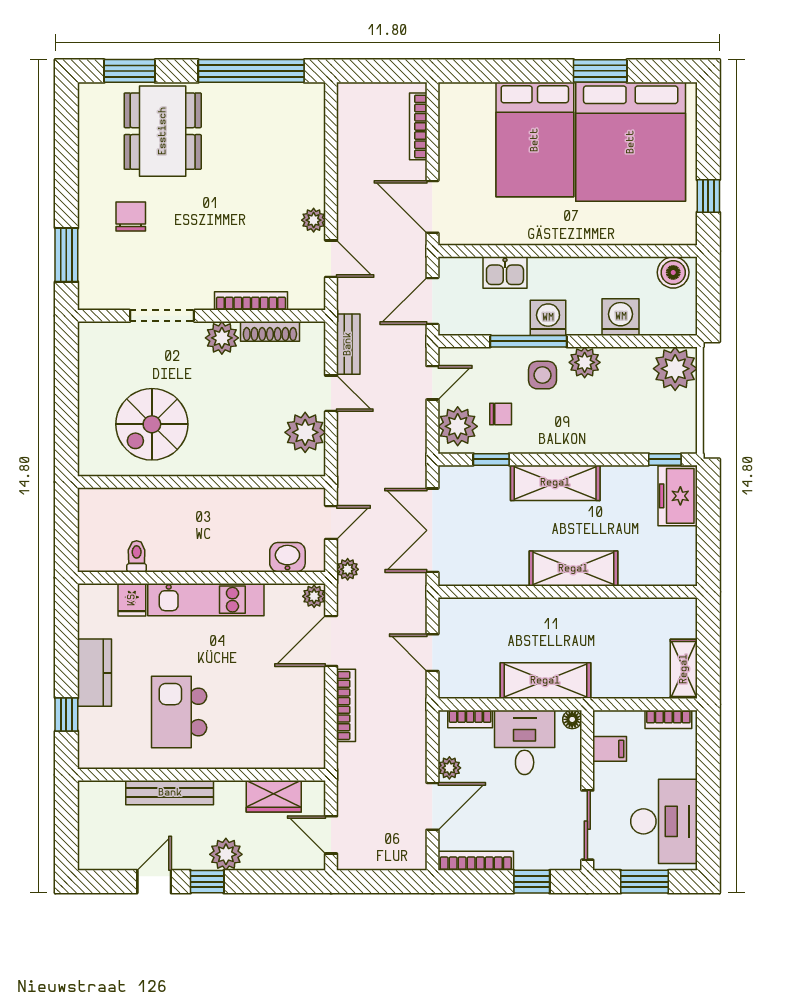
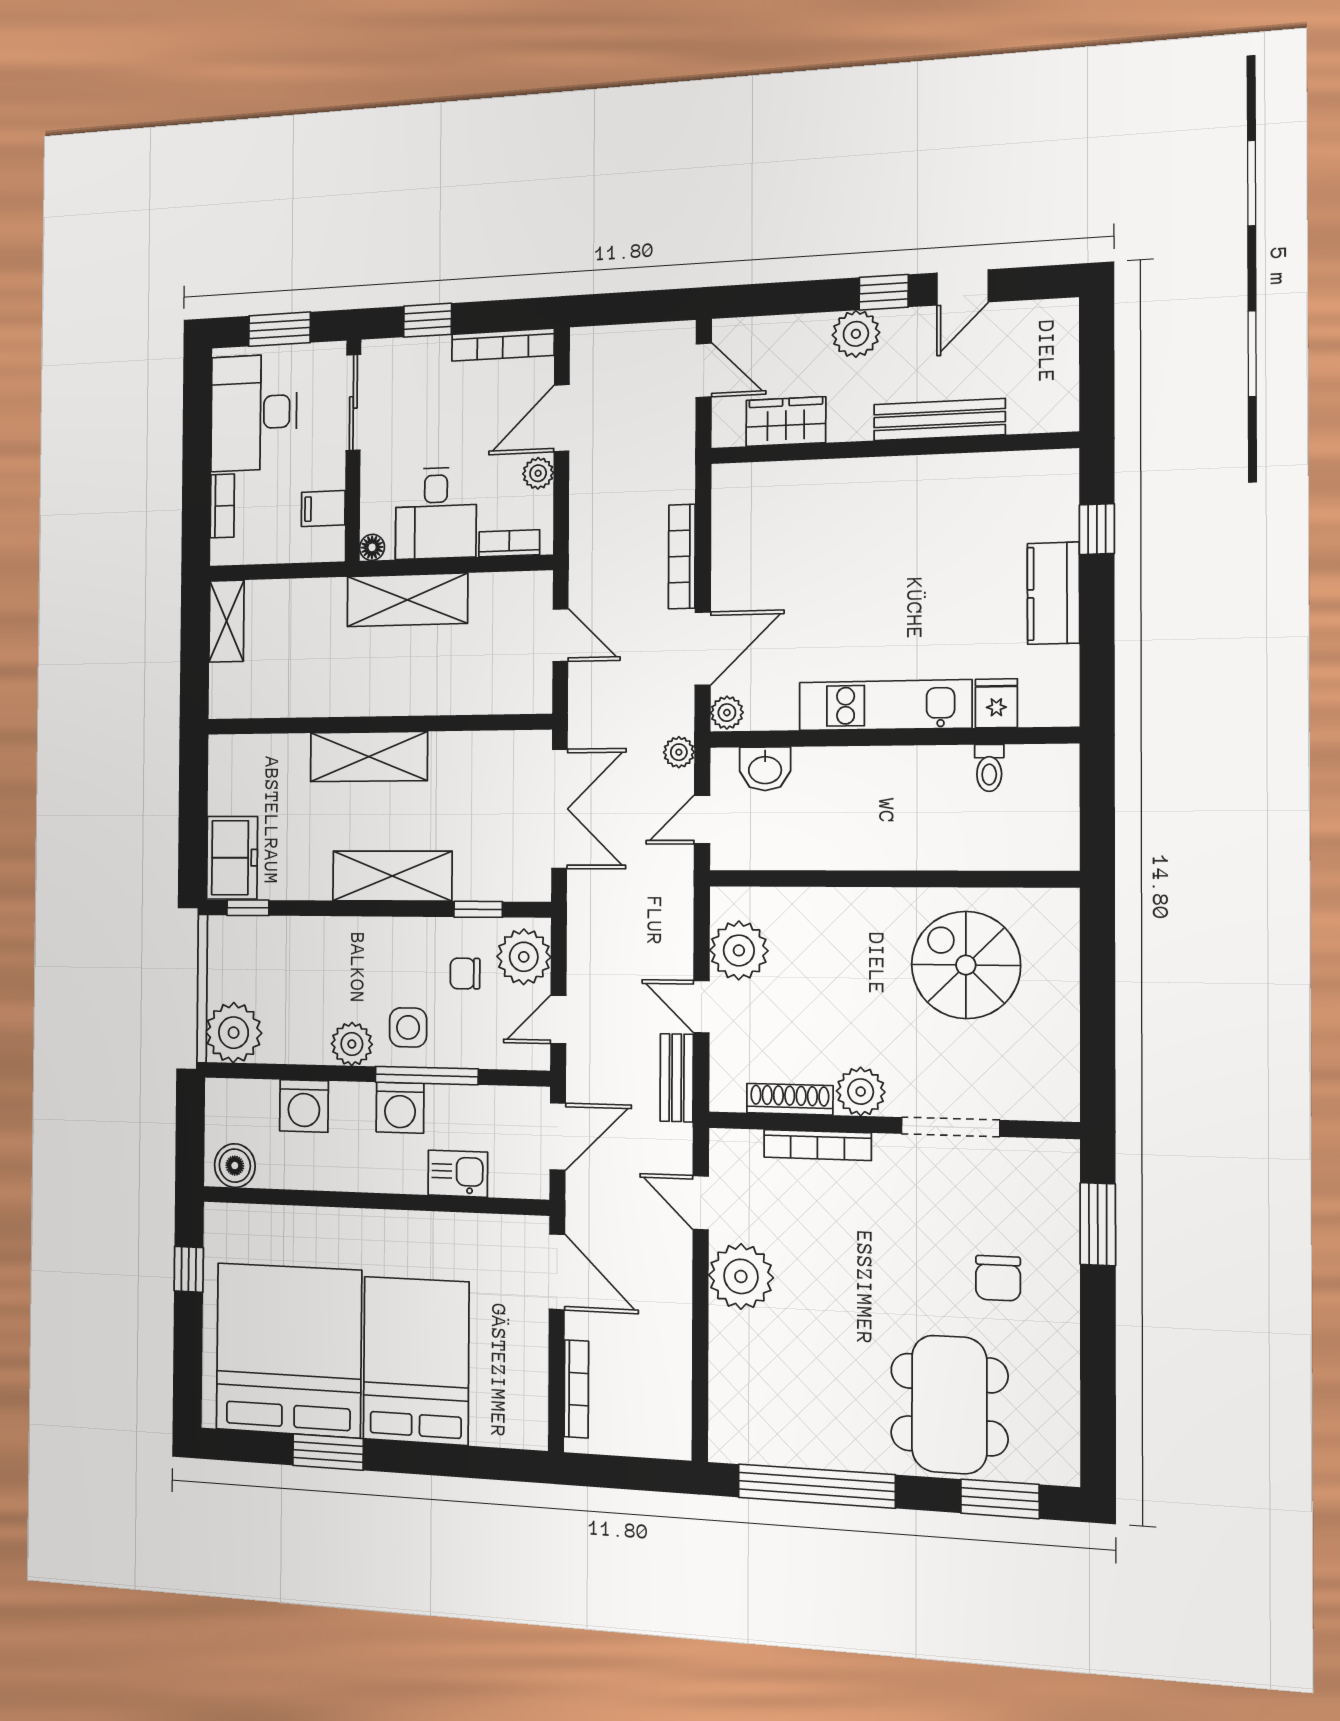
plant: (314, 220) -> (741, 1276), width x1.88, depth x1.88
spiral stairs: (152, 424) -> (966, 965), turned -90
kitchen island: (179, 712) -> (925, 539), removed
bookcase: (668, 719) -> (222, 506), moved, turned 90

